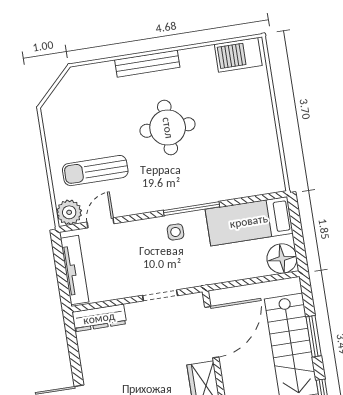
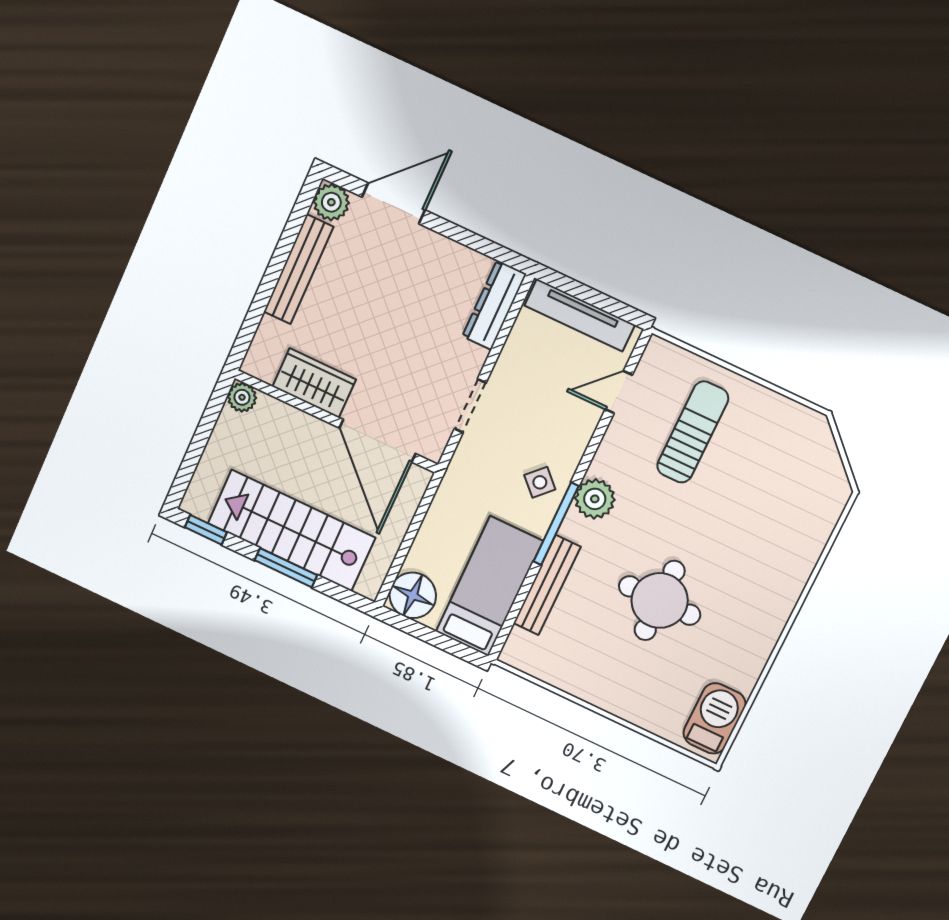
bench: (147, 64) -> (547, 585), moved
round table: (168, 128) -> (660, 601), moved
plant: (69, 212) -> (595, 499), moved
door: (101, 223) -> (619, 392), swing flipped
side table: (175, 232) -> (540, 482), turned 45

